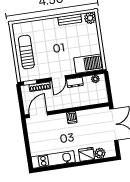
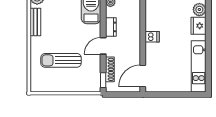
sun lounger: (26, 52) -> (61, 60), moved
door: (58, 78) -> (103, 46), swing flipped
door: (38, 115) -> (143, 76), hinge flipped

